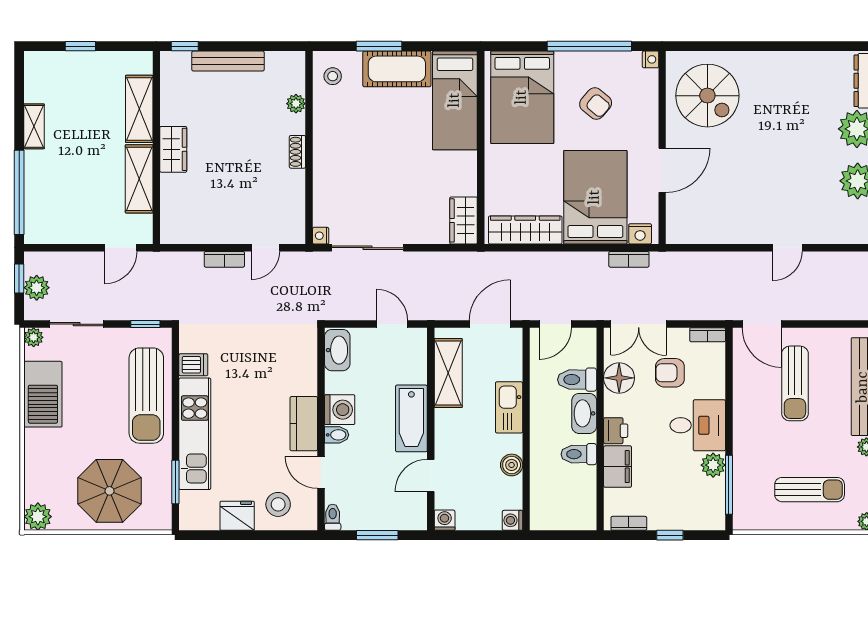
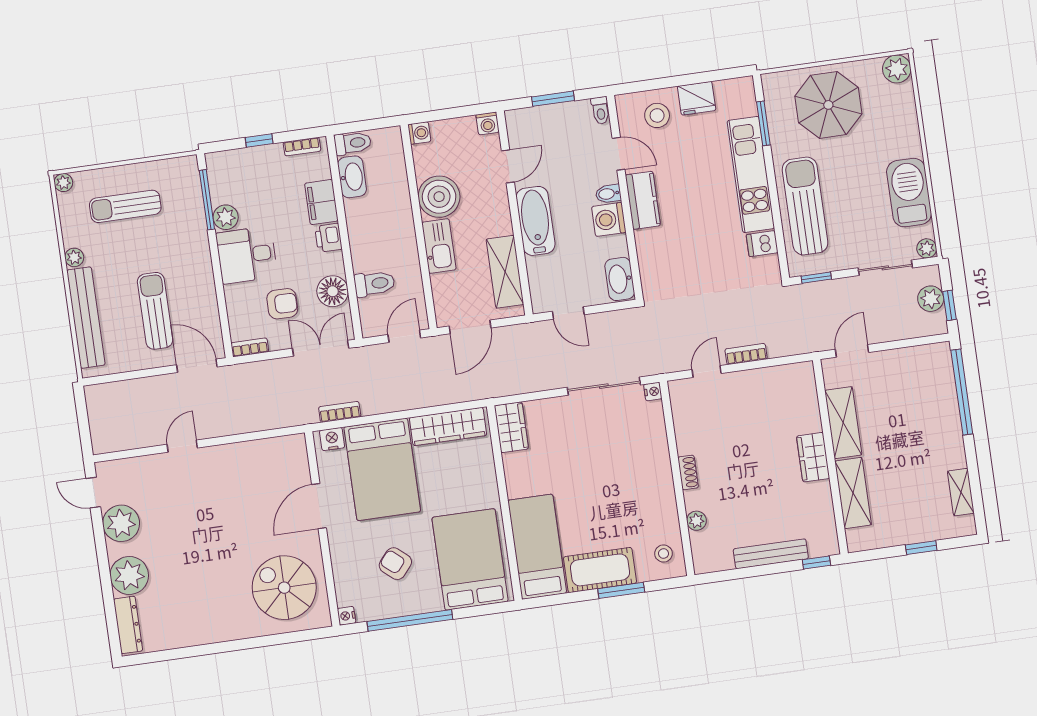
shelving: (34, 126) -> (961, 492), moved
washbasin: (584, 413) -> (352, 177), moved
toilet: (579, 454) -> (353, 143), moved
boiler: (512, 465) -> (439, 197), width x1.86, depth x1.86

